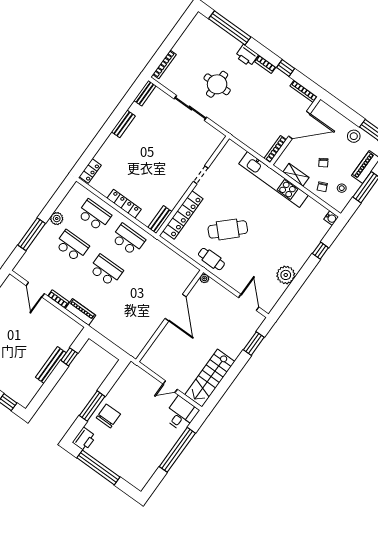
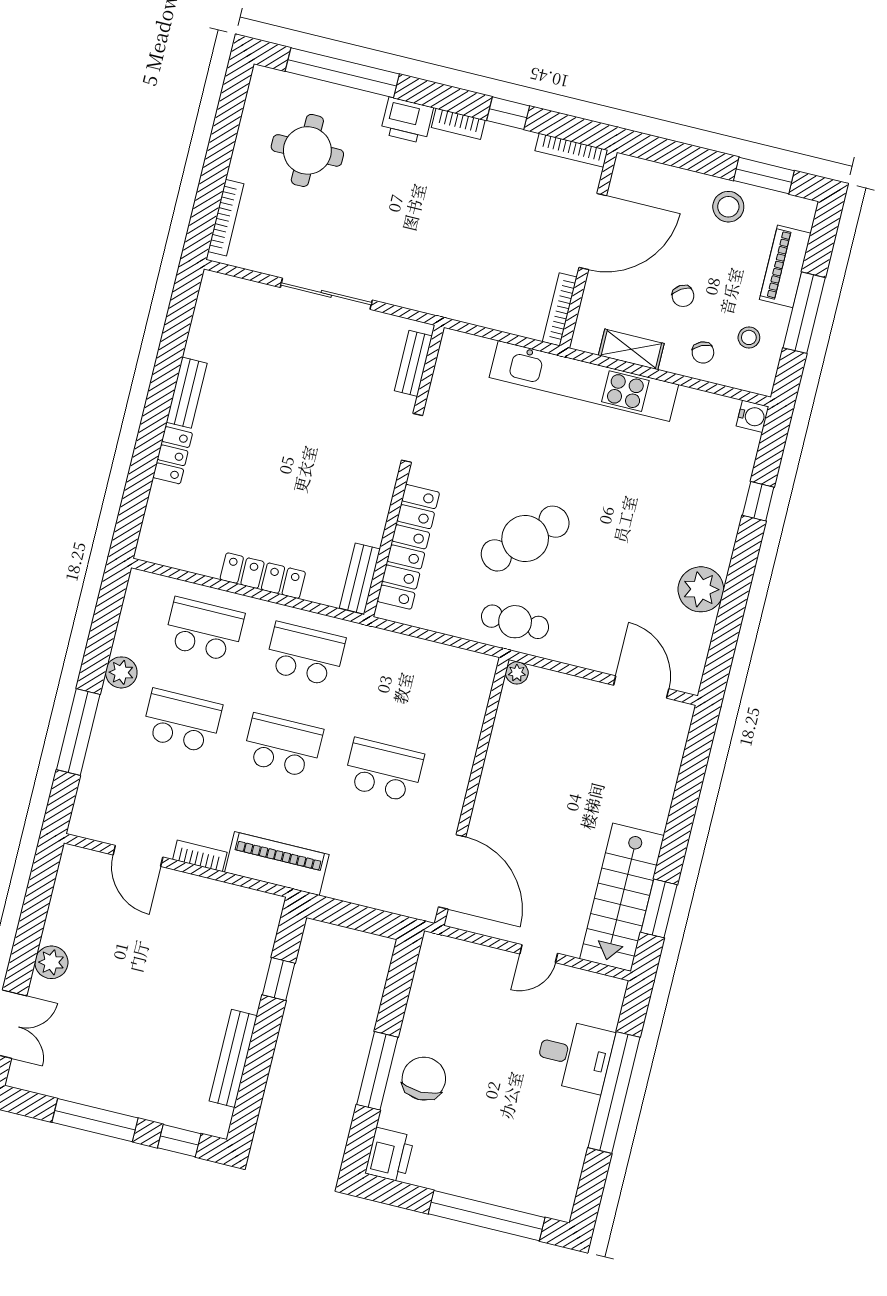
round table: (217, 84) -> (307, 150), moved
bench: (145, 93) -> (413, 363), moved
locker: (90, 171) -> (173, 455), moved
school desk: (140, 295) -> (384, 770), added
door: (176, 308) -> (452, 872), moved
piano: (80, 312) -> (277, 863), width x1.37, depth x1.33
window: (254, 344) -> (659, 908), moved
bench: (51, 365) -> (233, 1058), moved
desk: (181, 414) -> (575, 1056), moved, turned 90
window: (98, 467) -> (487, 1216), moved

